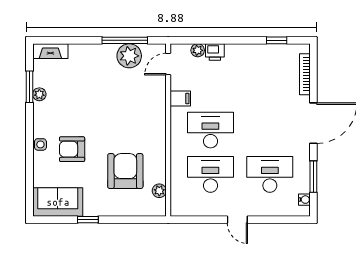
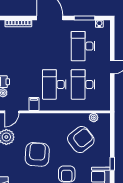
door: (168, 64) -> (12, 112), hinge flipped
armchair: (102, 104) -> (37, 154), added
armchair: (125, 171) -> (81, 140), turned 142

